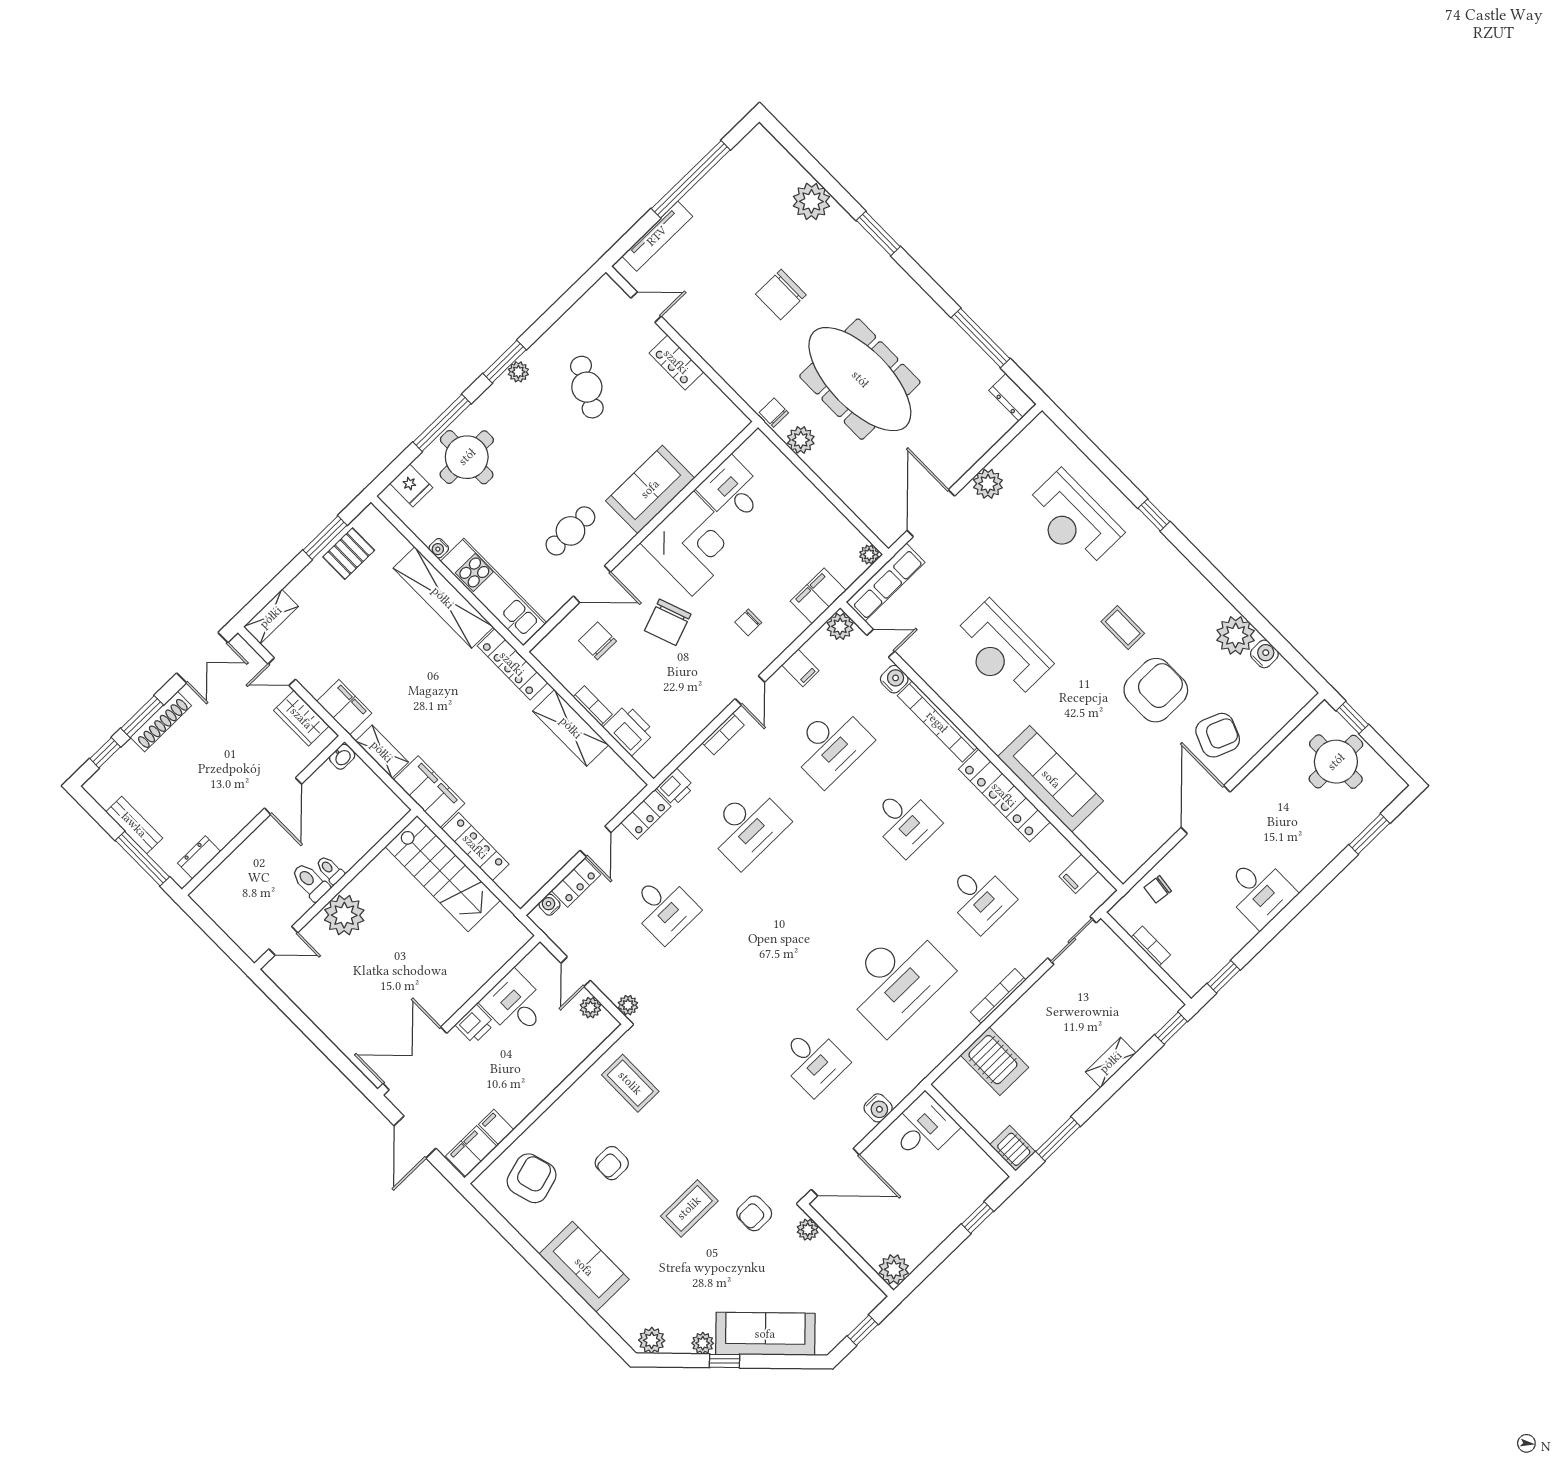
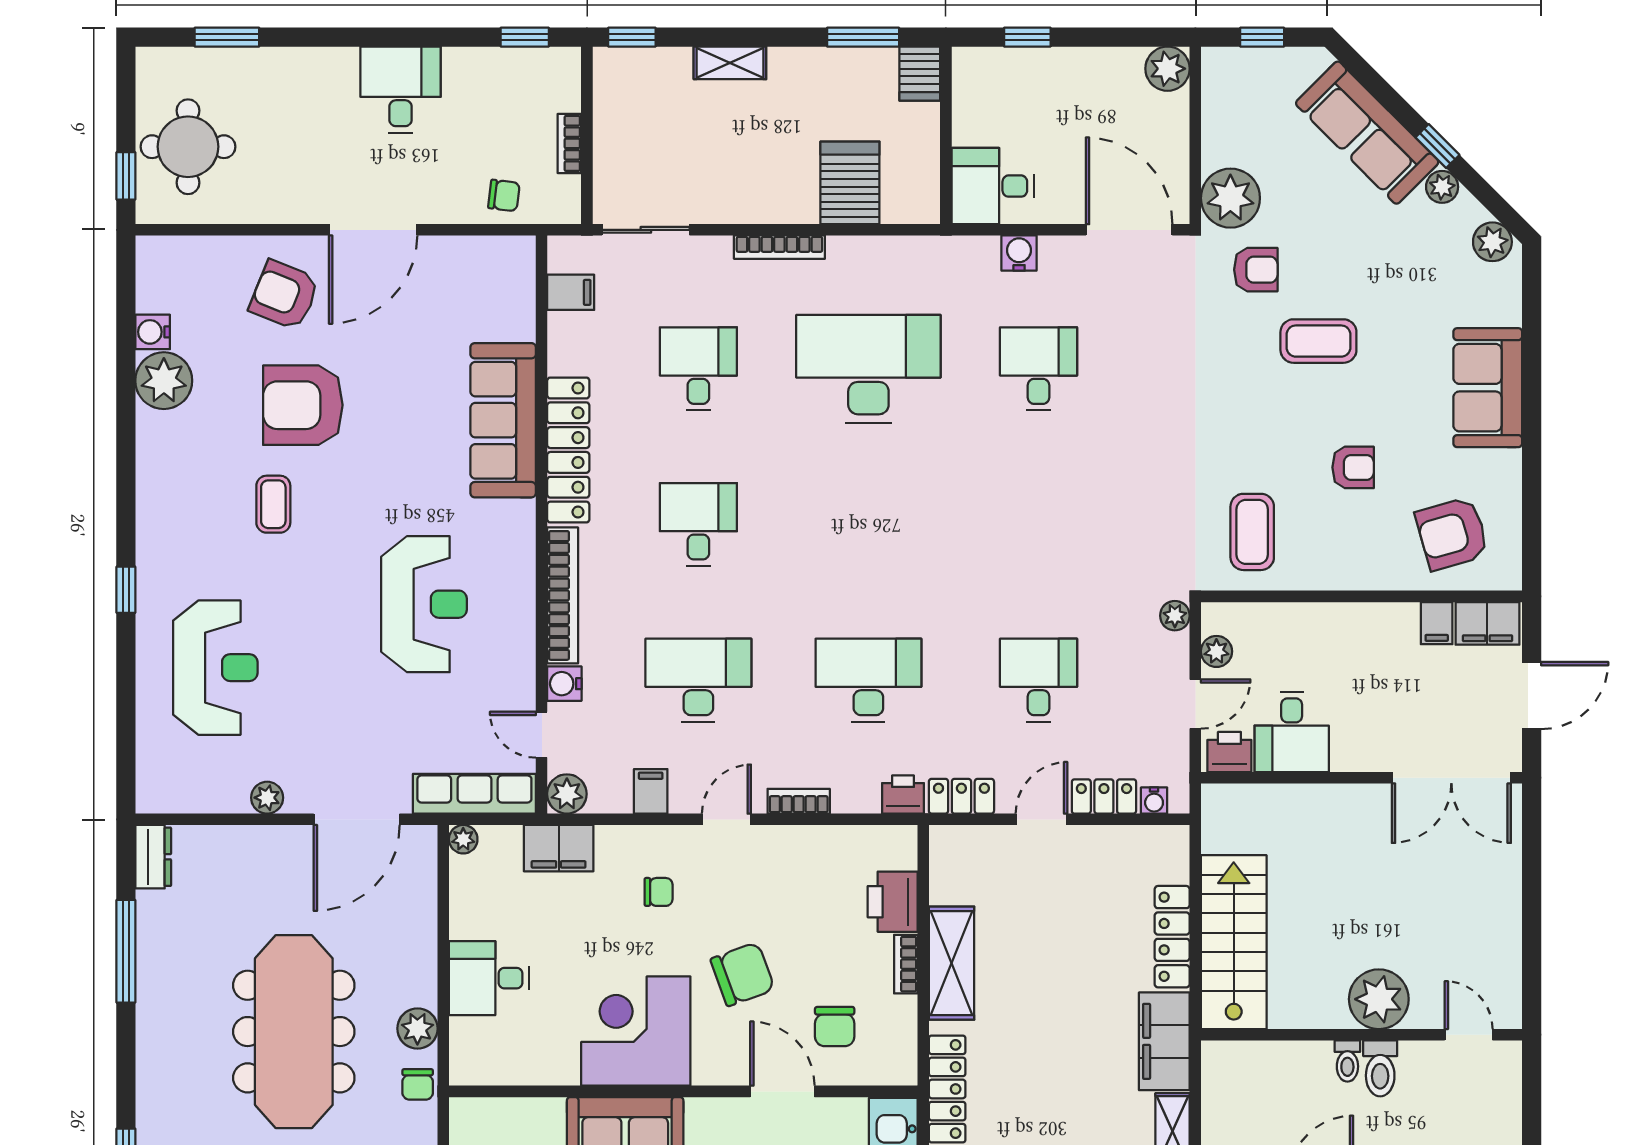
plant: (988, 484) -> (267, 798), width x0.73, depth x0.73
desk: (732, 491) -> (489, 978), moved, turned 90
printer: (475, 1024) -> (1229, 752), moved
plant: (808, 1230) -> (1230, 198), width x1.87, depth x1.87

